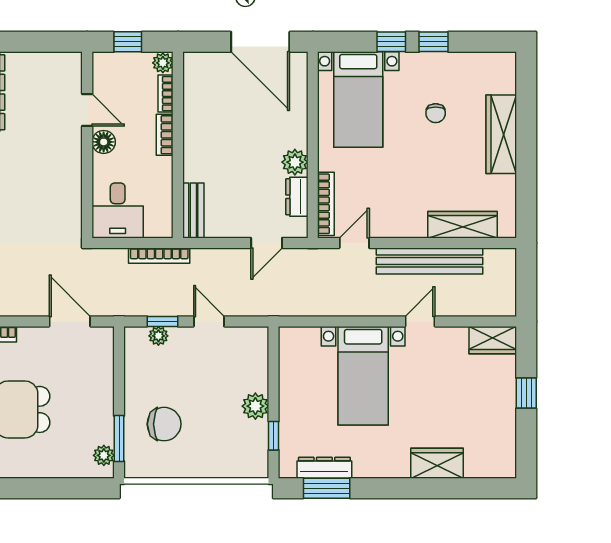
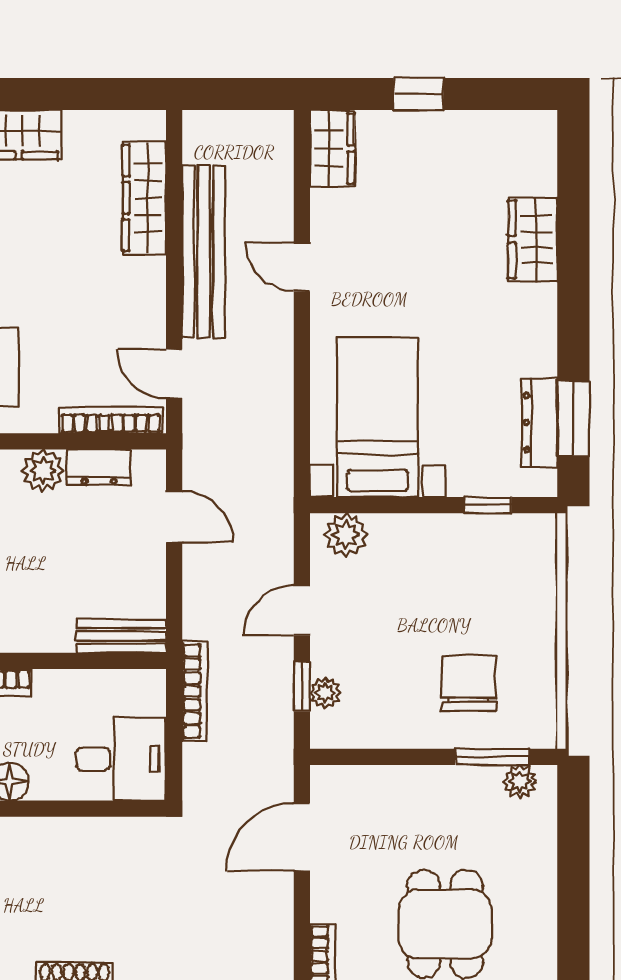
bed with nightstands: (363, 376) -> (378, 417), moved, turned -90
plant: (255, 406) -> (346, 535), moved

